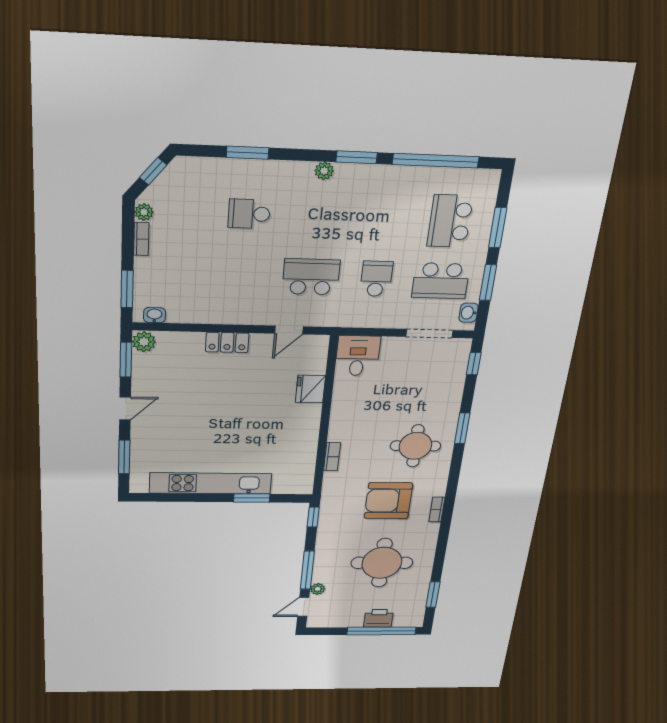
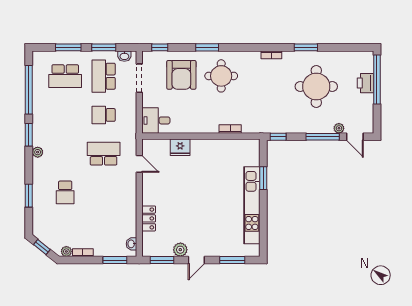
school desk: (311, 277) -> (104, 154), turned 90
school desk: (441, 281) -> (104, 76), turned 180
plant: (144, 342) -> (180, 250), moved
locker: (227, 342) -> (149, 218), moved
door: (125, 408) -> (196, 260), swing flipped
armchair: (388, 501) -> (181, 75), moved
window: (433, 595) -> (306, 47), moved

